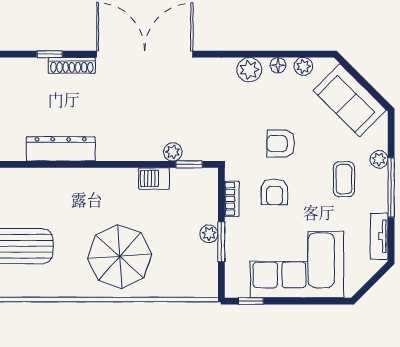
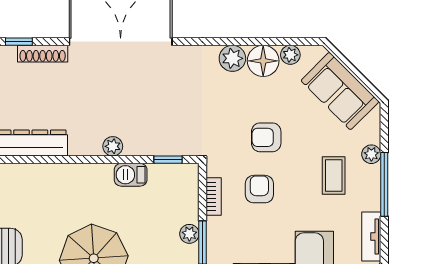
floor lamp: (278, 65) -> (263, 61), width x1.89, depth x1.89
plant: (173, 152) -> (113, 146), moved
armchair: (274, 192) -> (259, 189), turned 180

